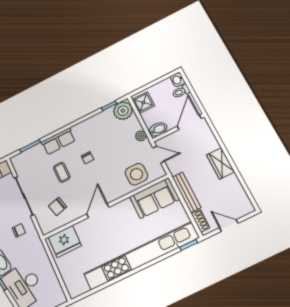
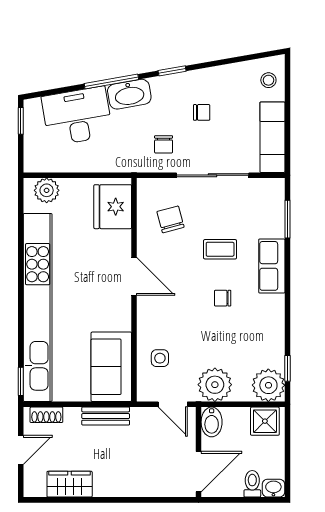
door: (189, 122) -> (199, 472), hinge flipped
plant: (141, 136) -> (215, 385), width x1.88, depth x1.88
door: (159, 155) -> (173, 404), hinge flipped
wardrobe: (220, 163) -> (70, 484), moved
side table: (136, 174) -> (160, 358), width x0.54, depth x0.54
bench: (187, 192) -> (106, 416), width x0.73
plant: (72, 283) -> (47, 190), added

